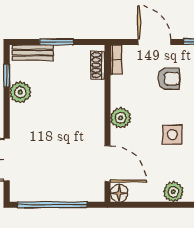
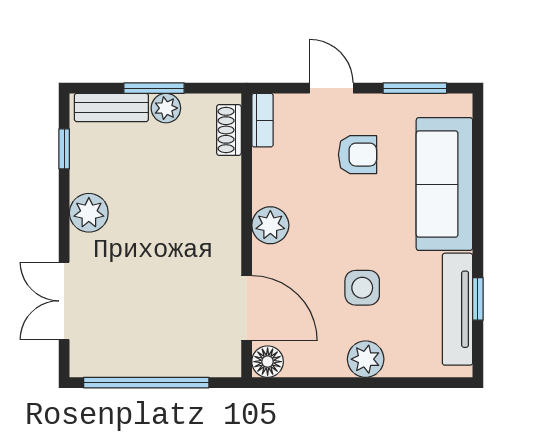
door: (154, 42) -> (331, 88), width x0.73
plant: (63, 53) -> (166, 108), added
plant: (20, 92) -> (89, 213), moved
side table: (172, 135) -> (362, 288), moved

